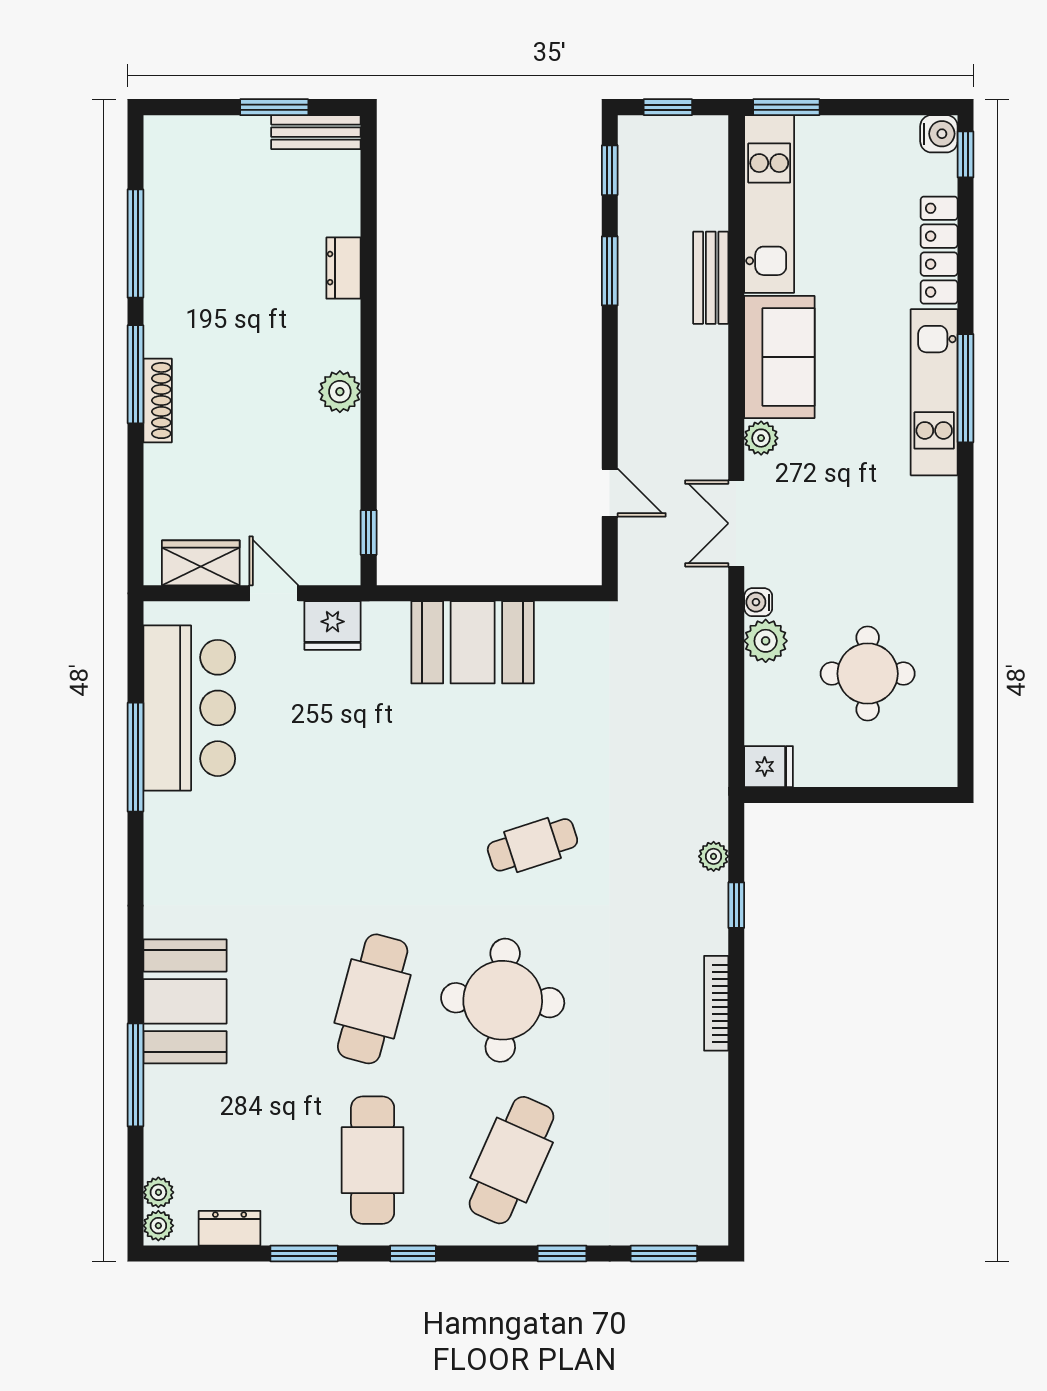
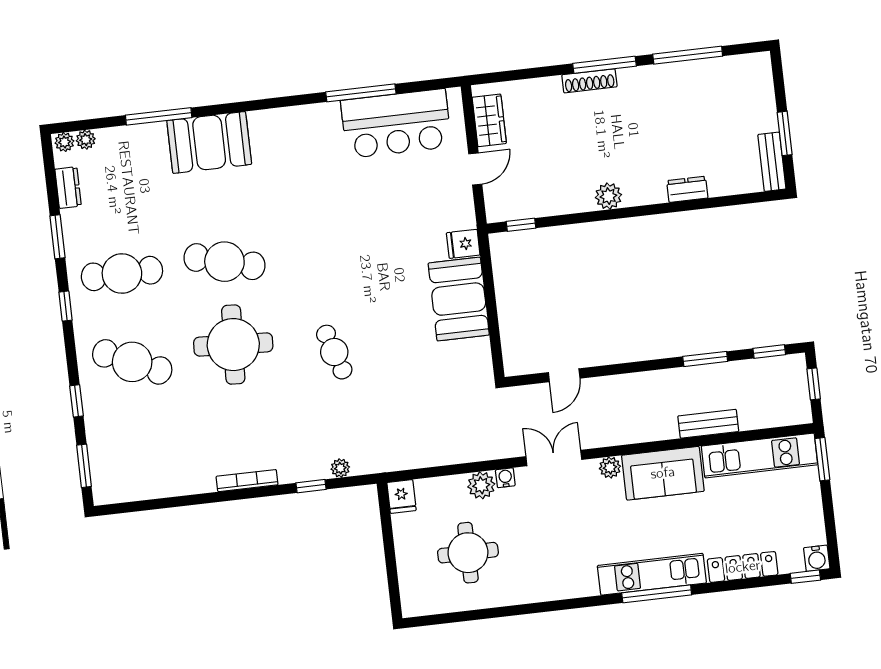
fridge: (333, 625) -> (463, 244), moved, width x0.72

